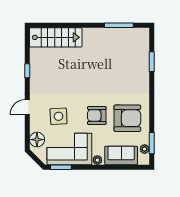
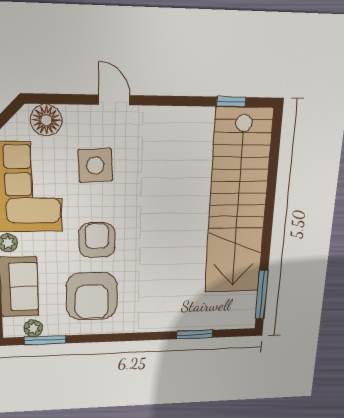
window: (119, 25) -> (262, 295), moved
stairs: (56, 37) -> (238, 203), width x1.86, depth x1.51
window: (27, 71) -> (231, 102), moved

